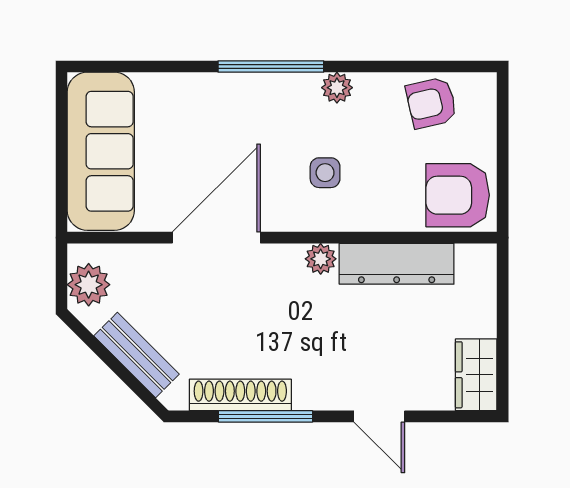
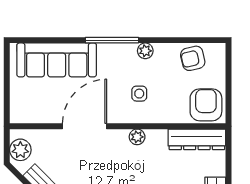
sofa: (101, 151) -> (57, 60), moved, turned 90
armchair: (458, 195) -> (206, 105), turned 90
dresser: (397, 264) -> (197, 139), moved

